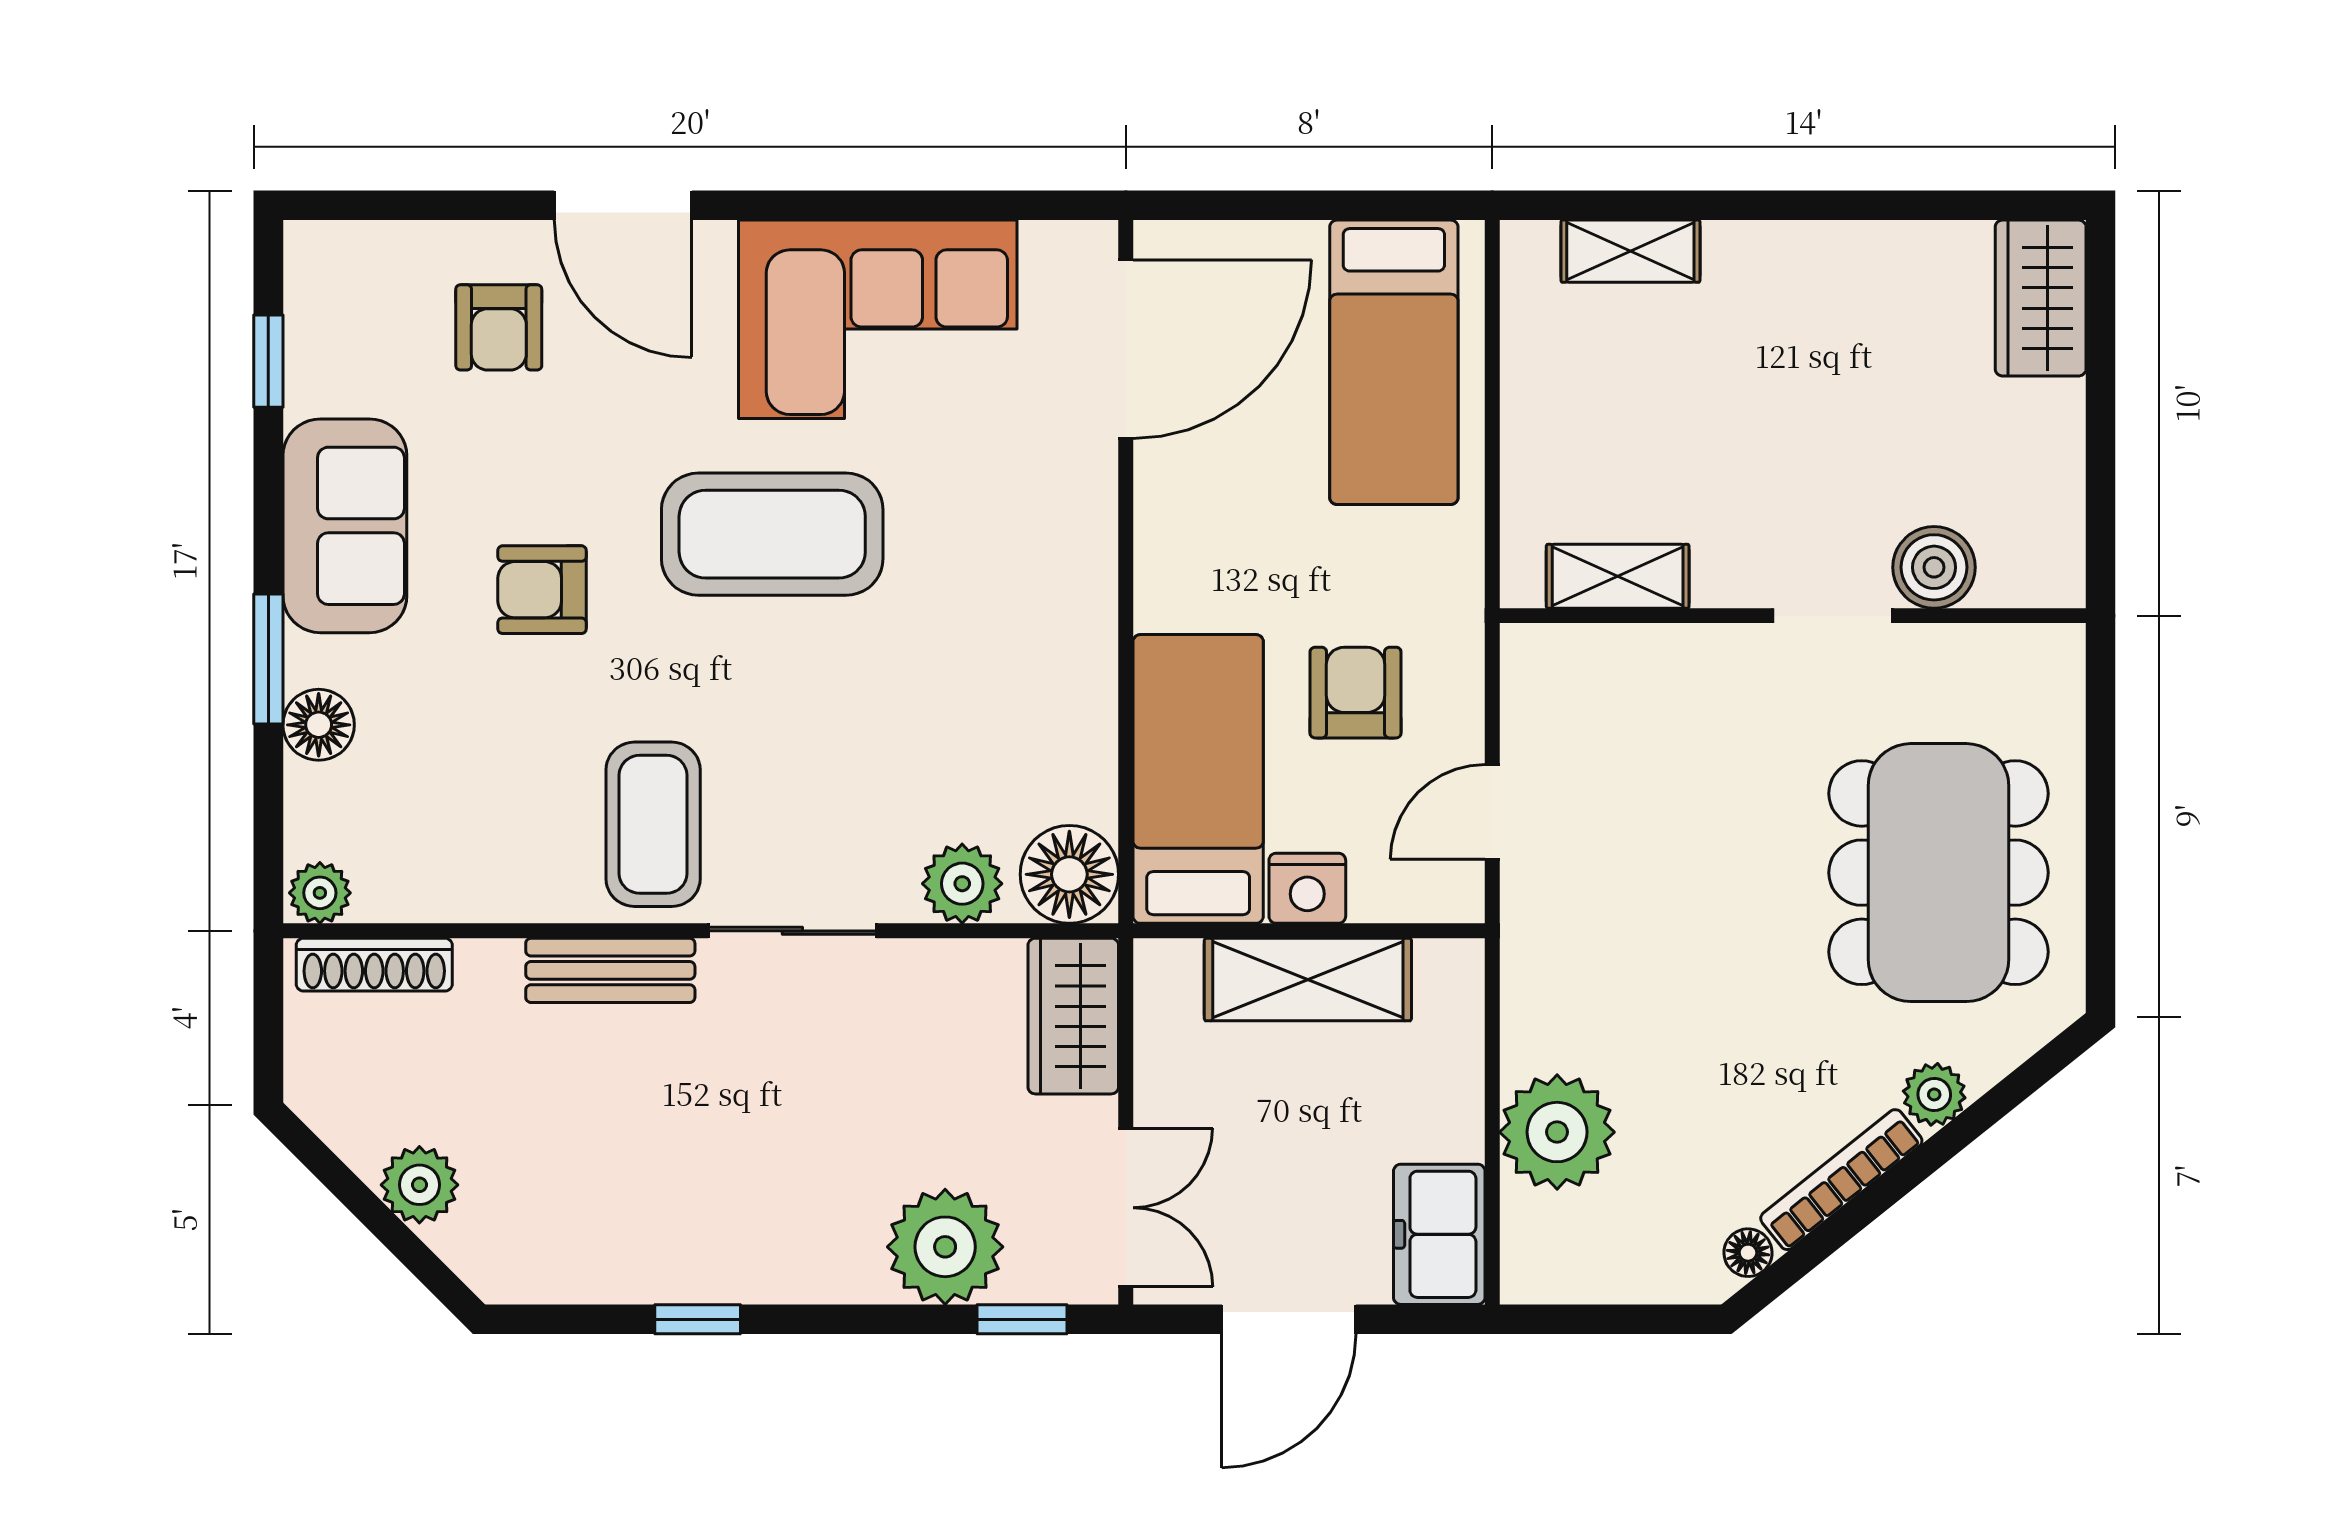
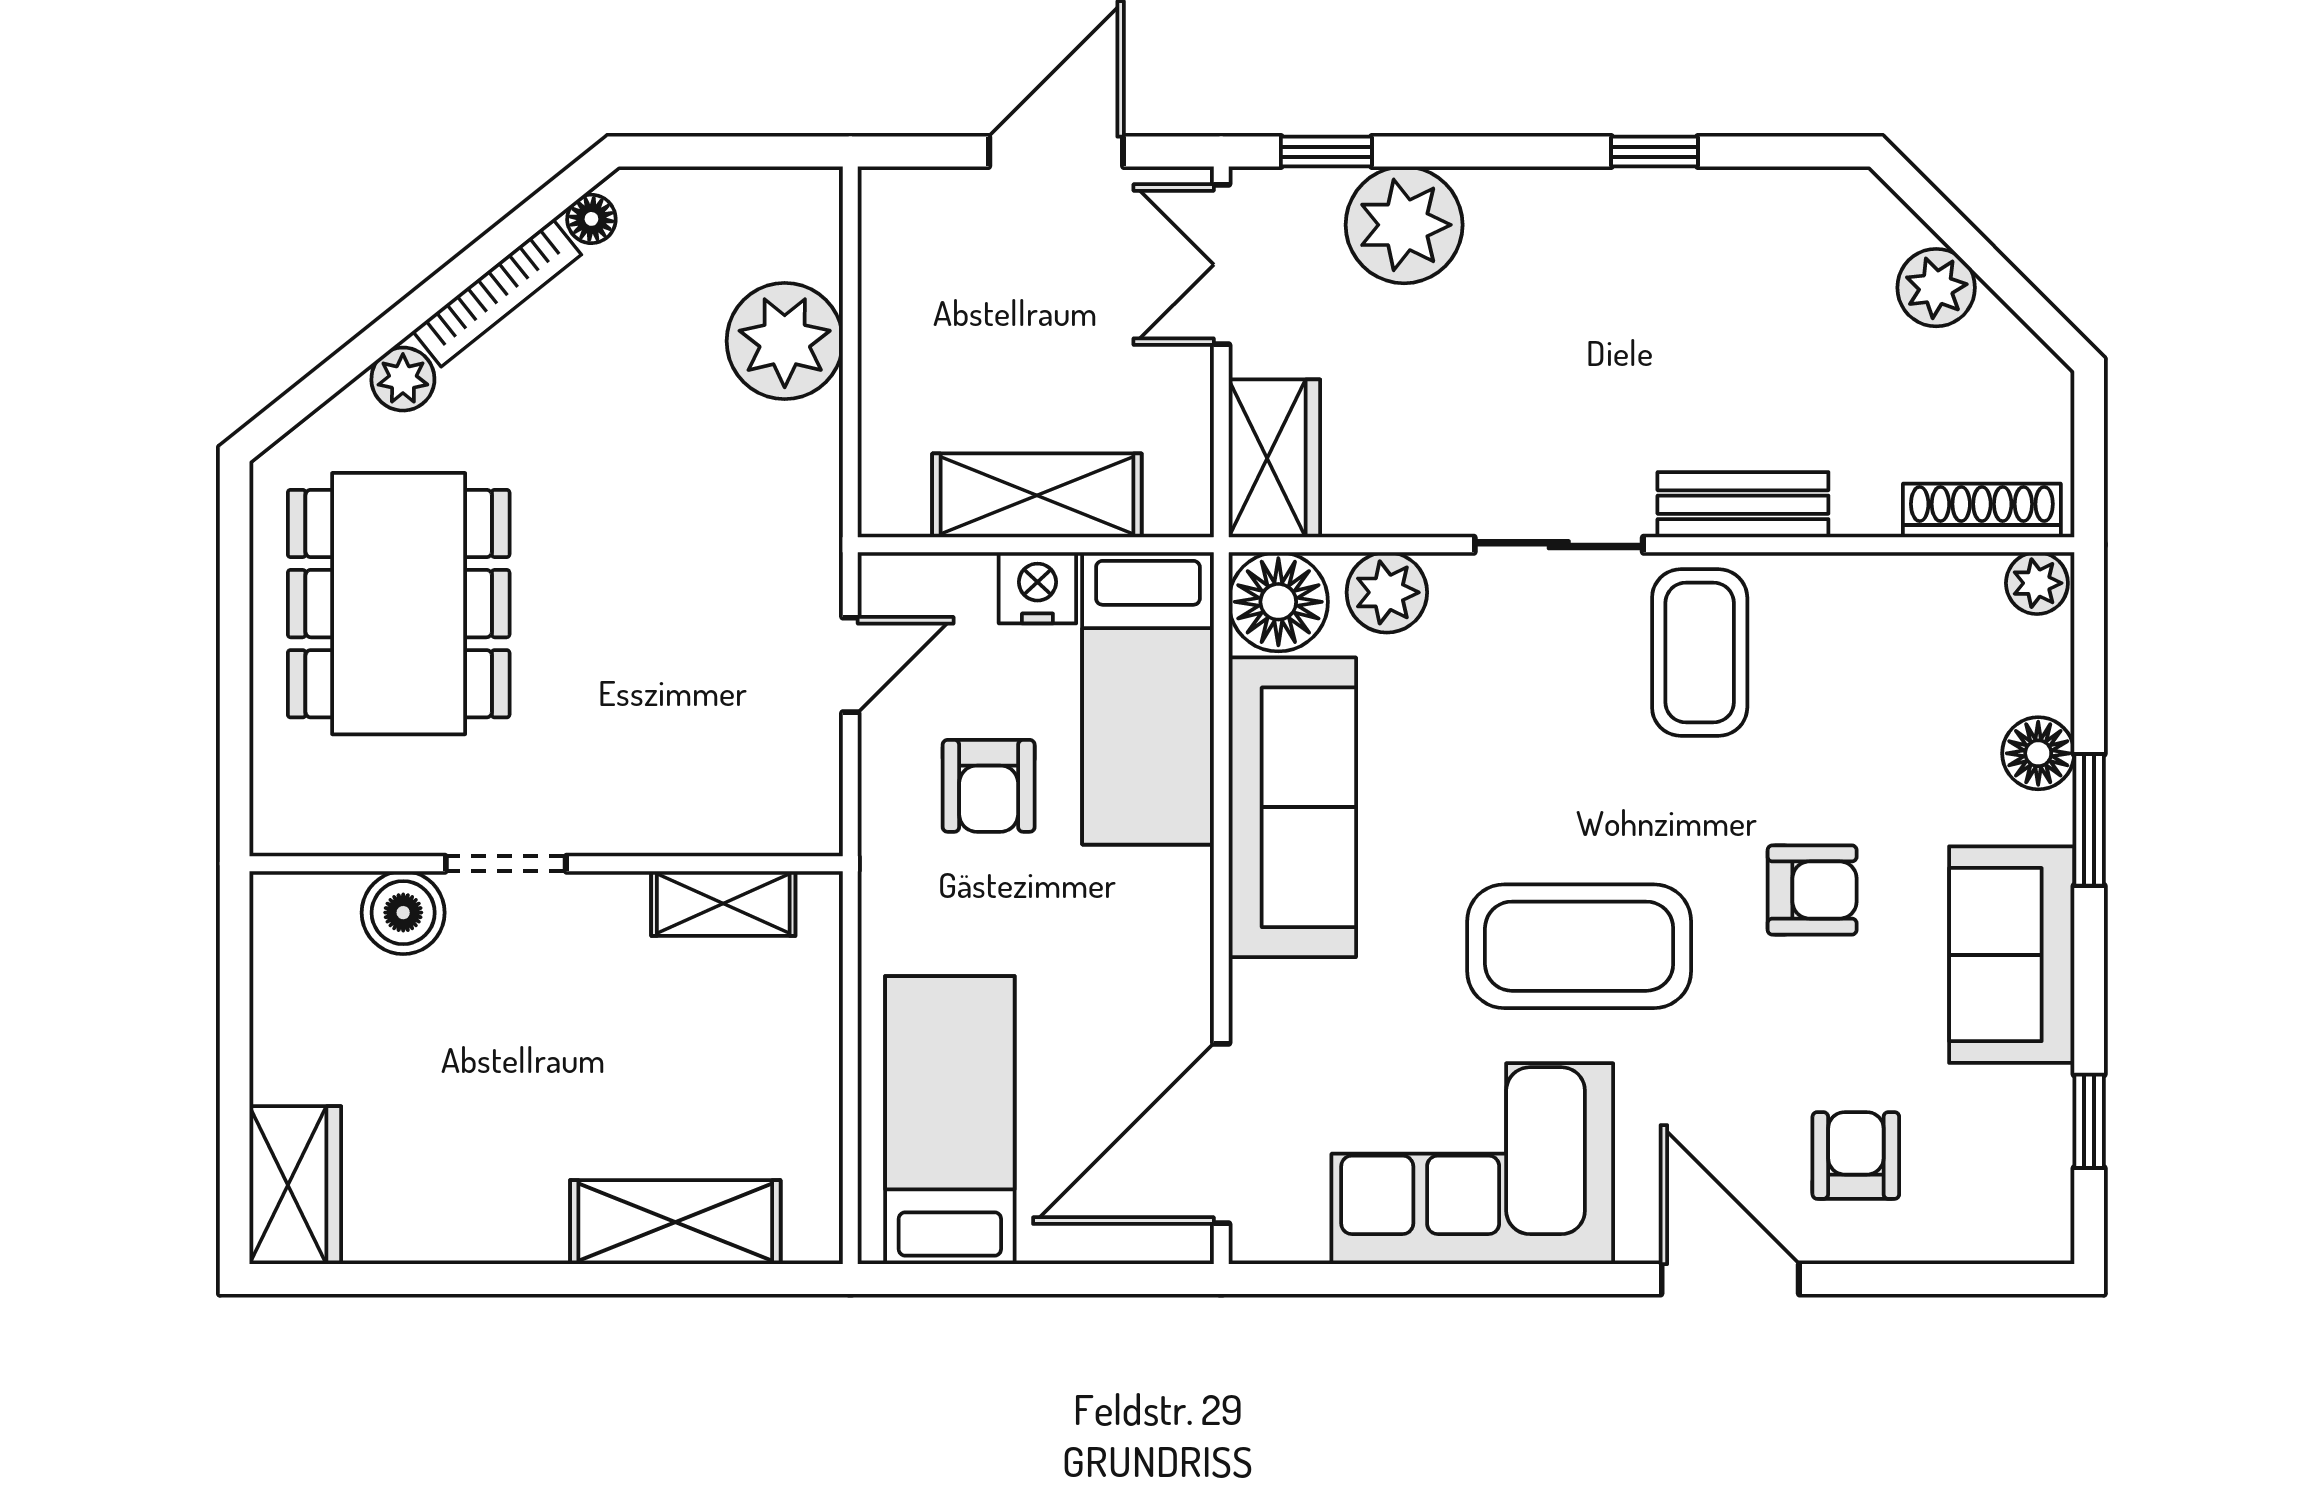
shelving: (1630, 251) -> (675, 1222), width x1.50, depth x1.33
sofa: (1056, 671) -> (1292, 807), added
freezer: (1439, 1234) -> (904, 237), removed

